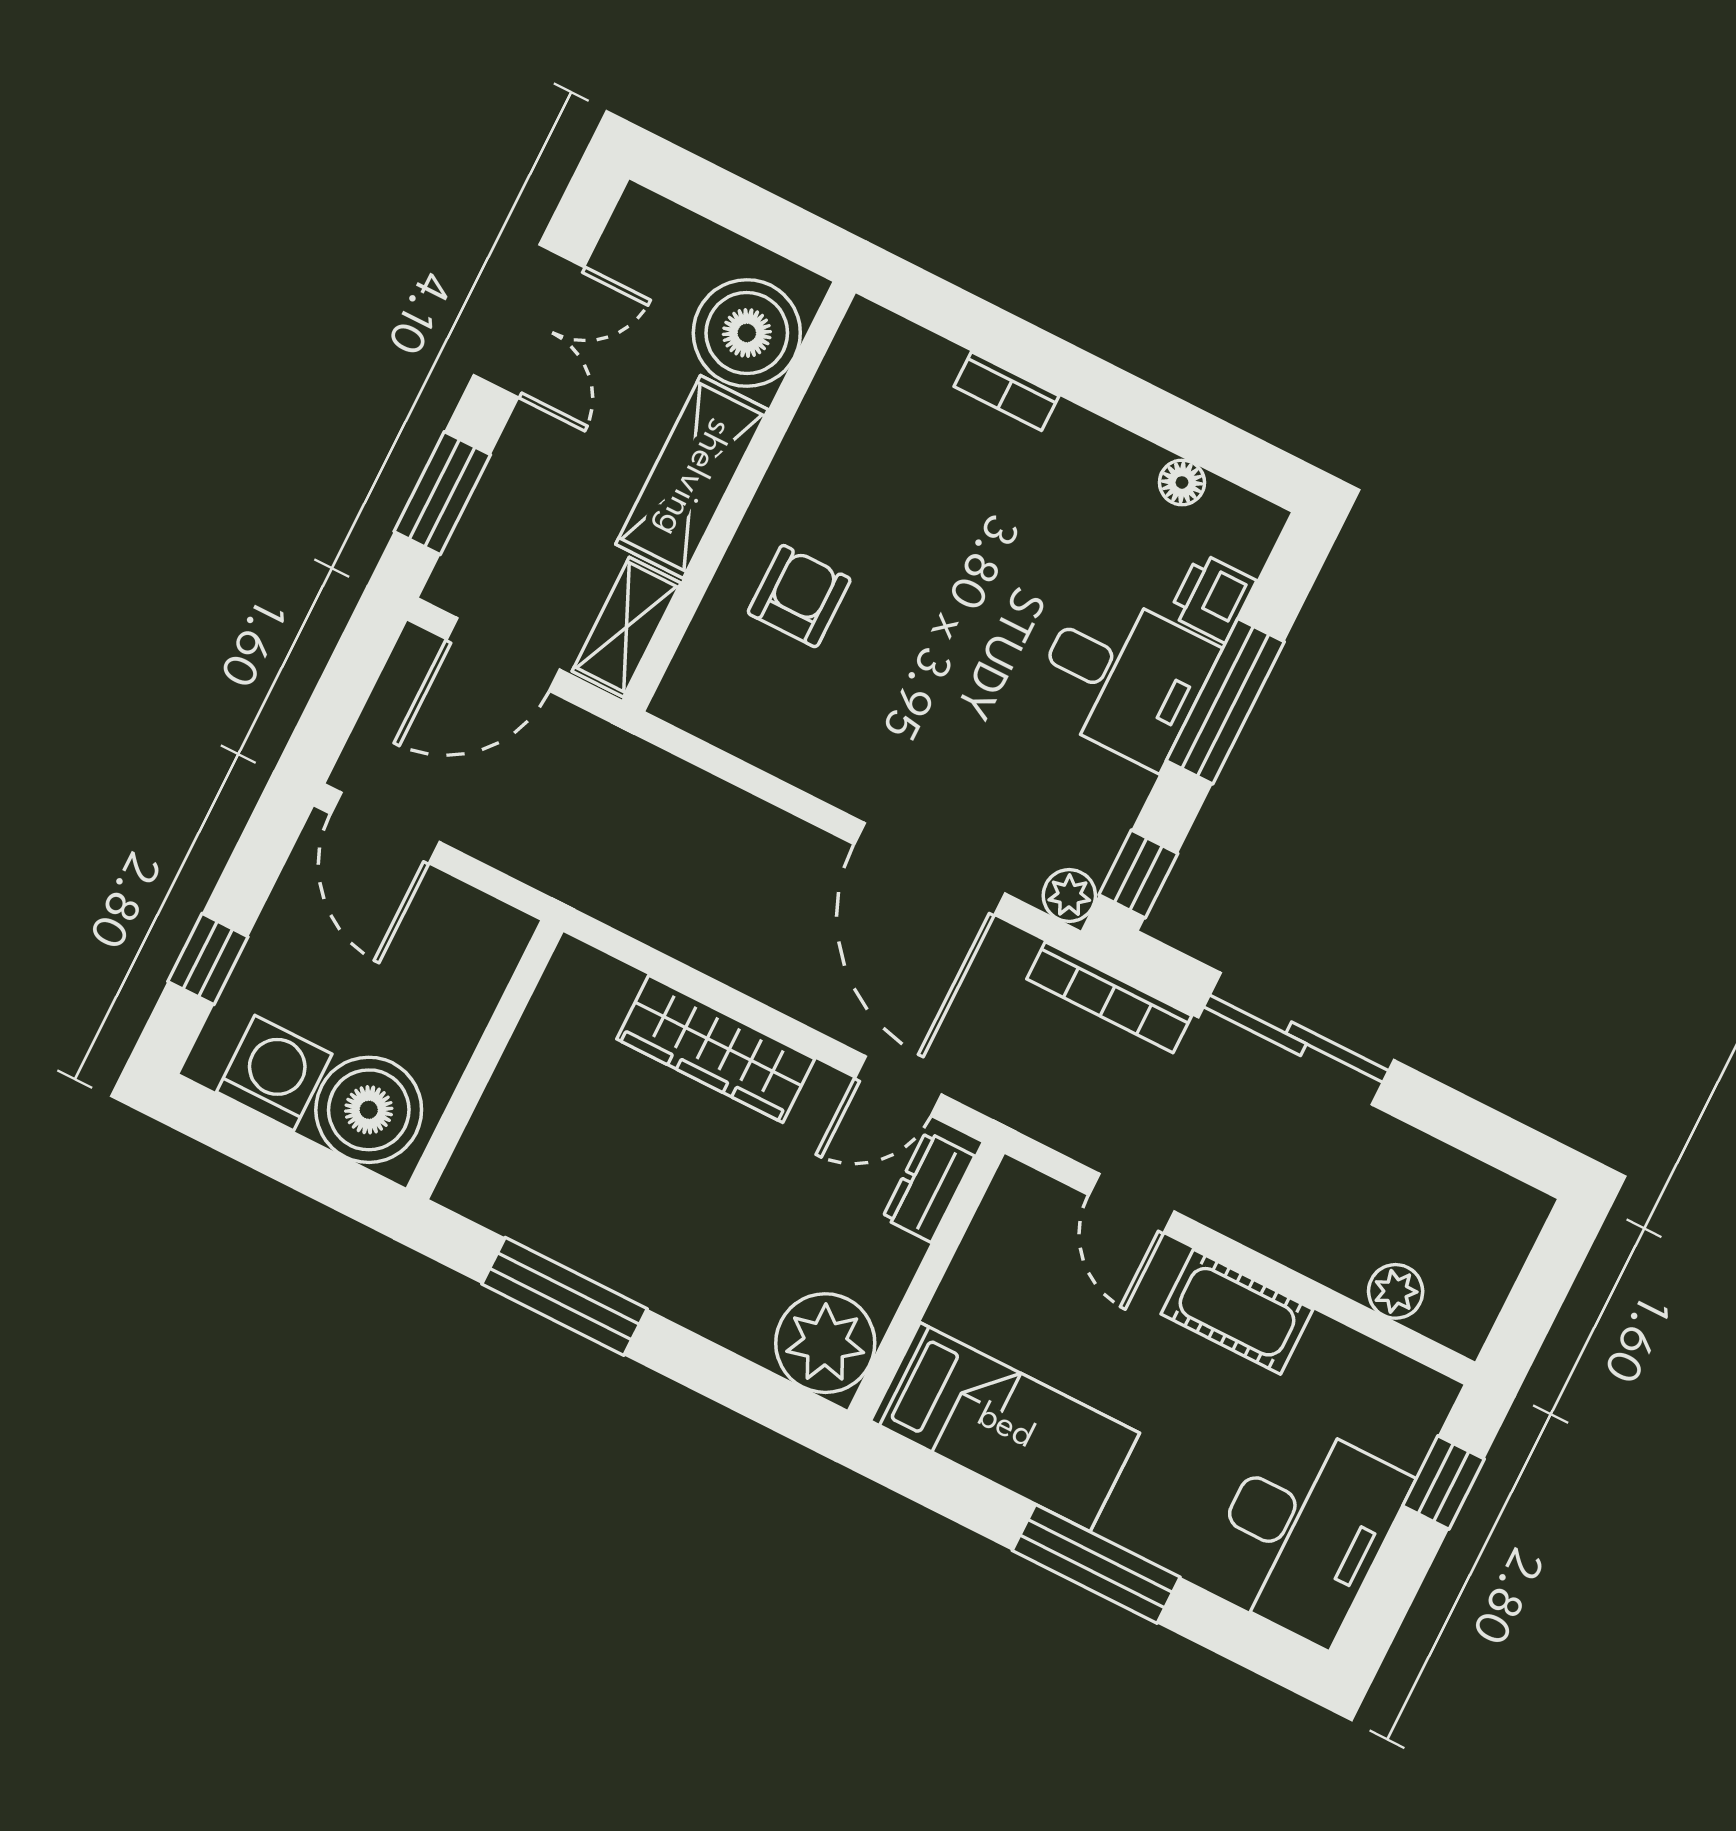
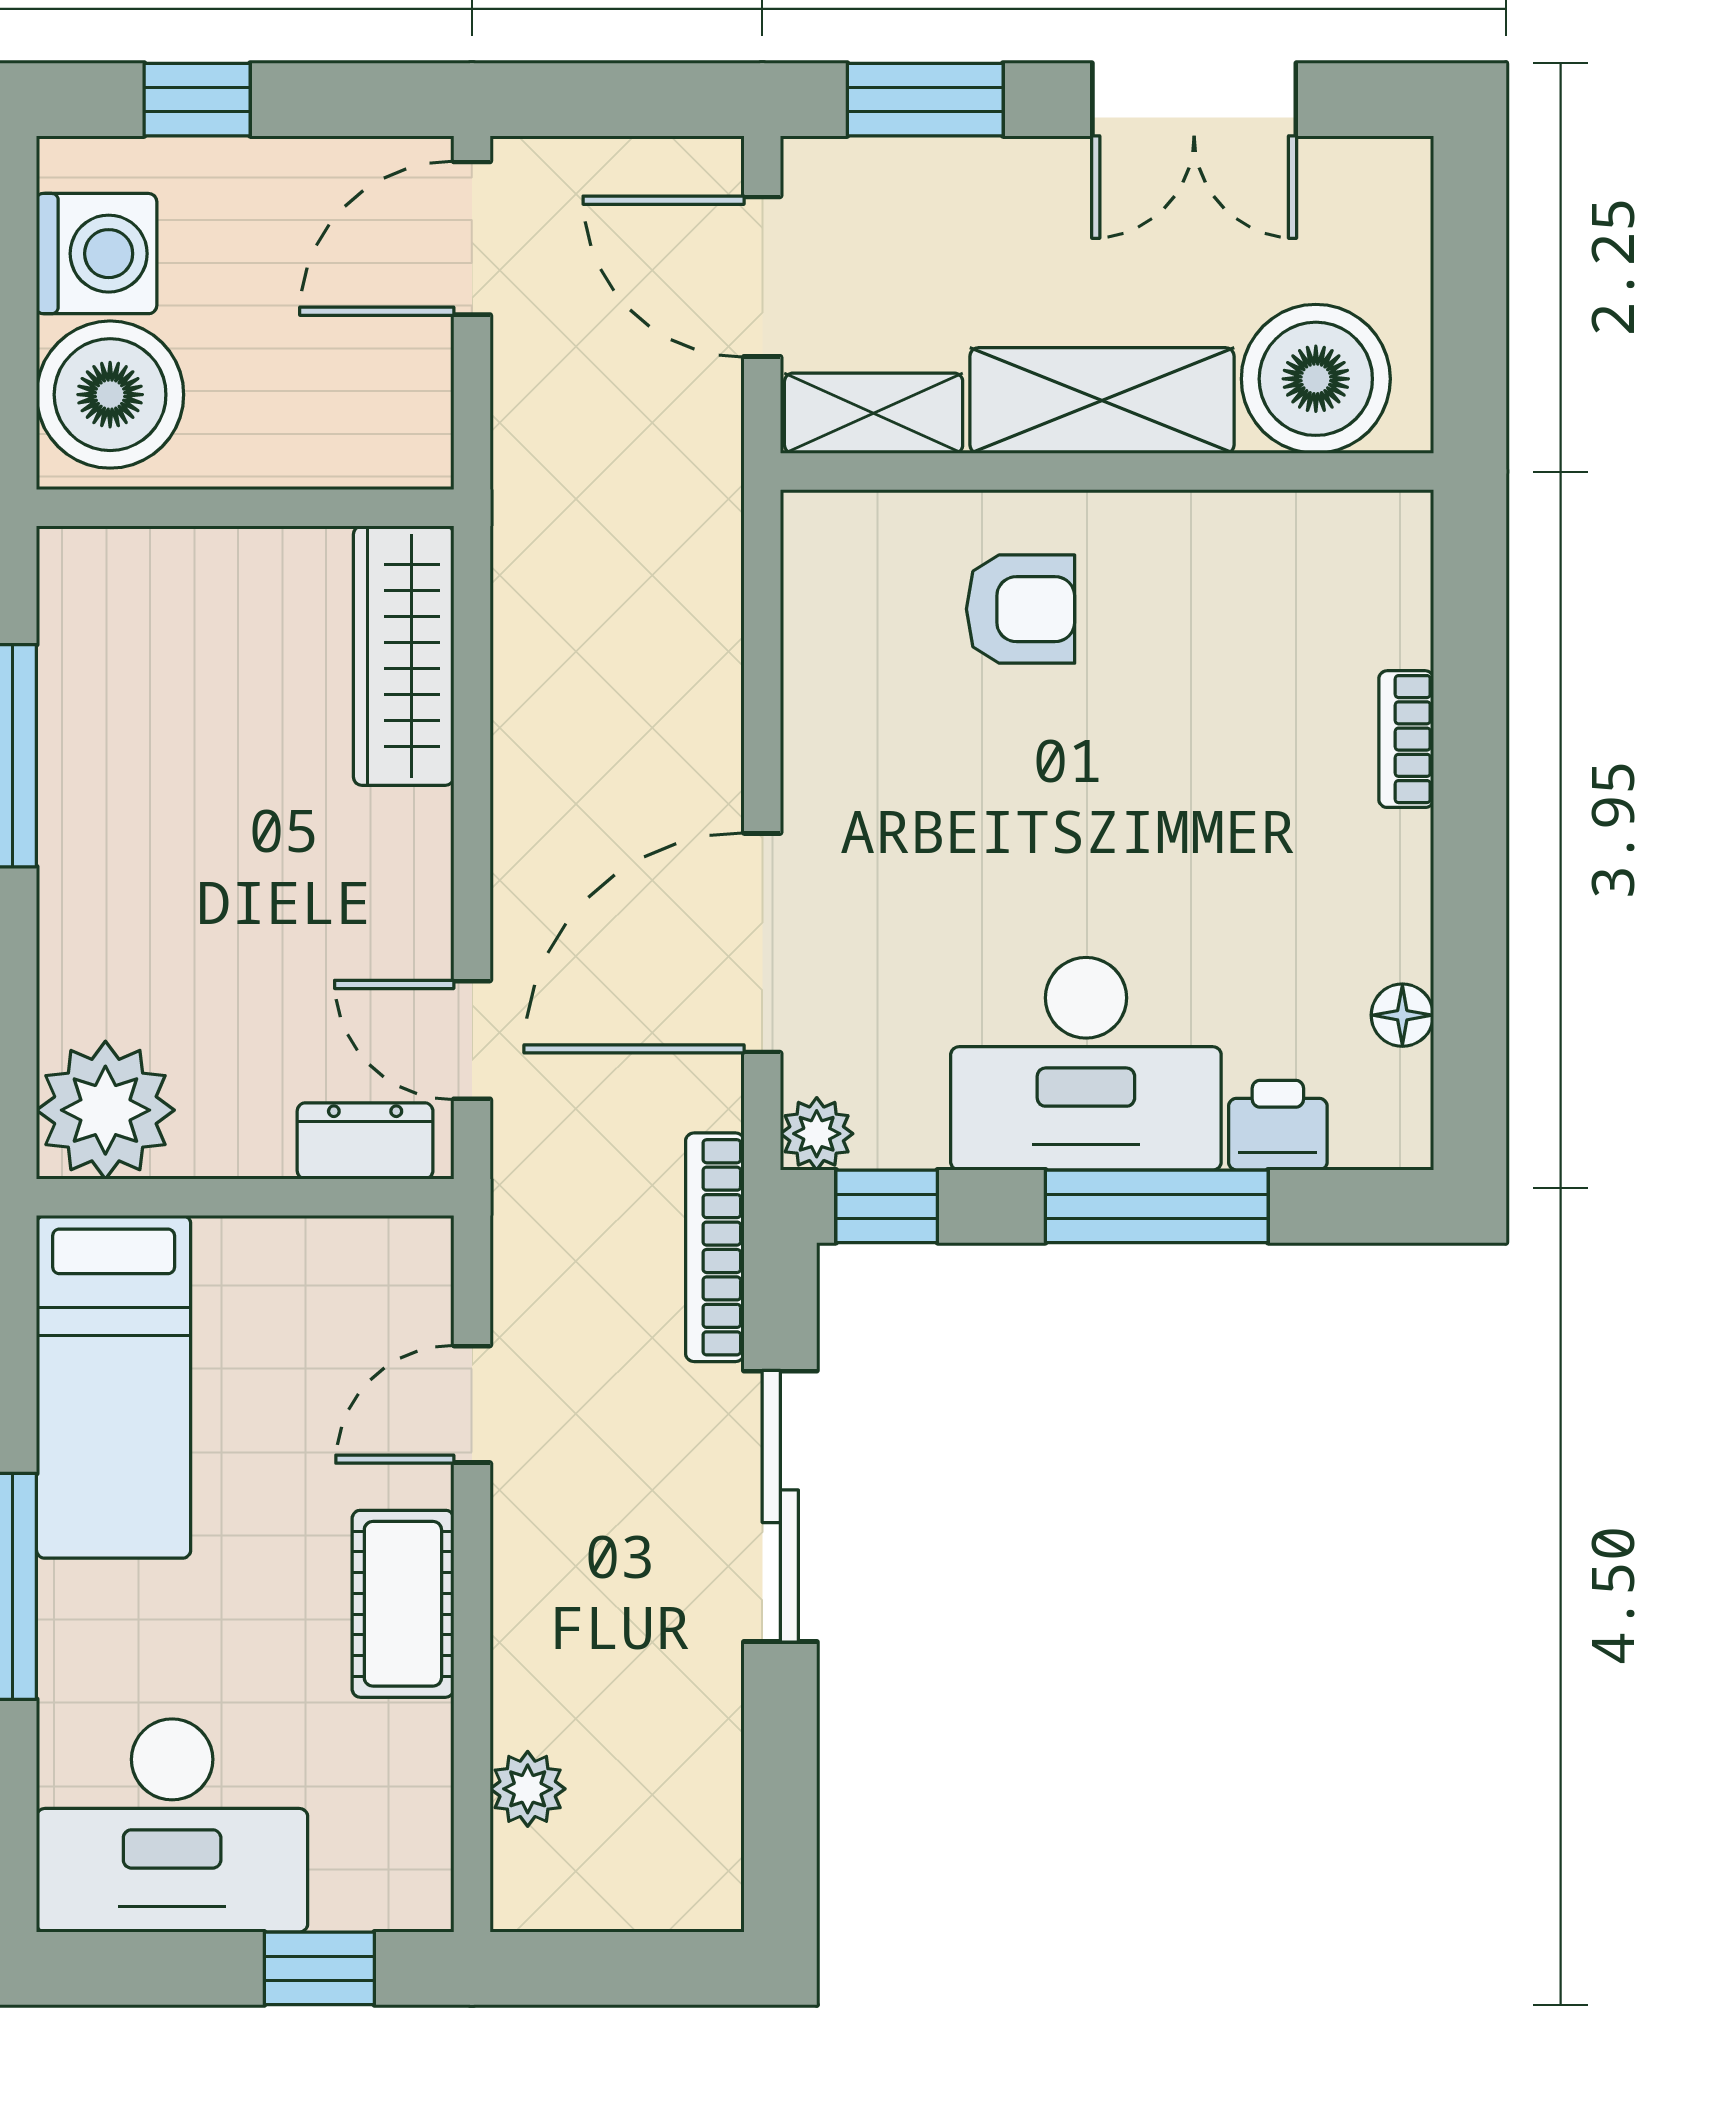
desk: (1123, 677) -> (1086, 1064), width x1.37
wardrobe: (716, 1049) -> (404, 656), moved

